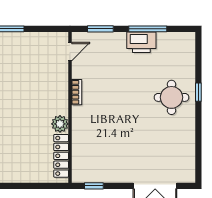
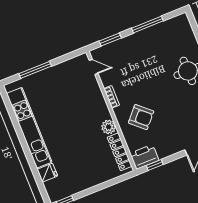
printer: (141, 42) -> (144, 157), moved, turned 180
door: (70, 52) -> (94, 67), hinge flipped
armchair: (100, 127) -> (141, 117), added

